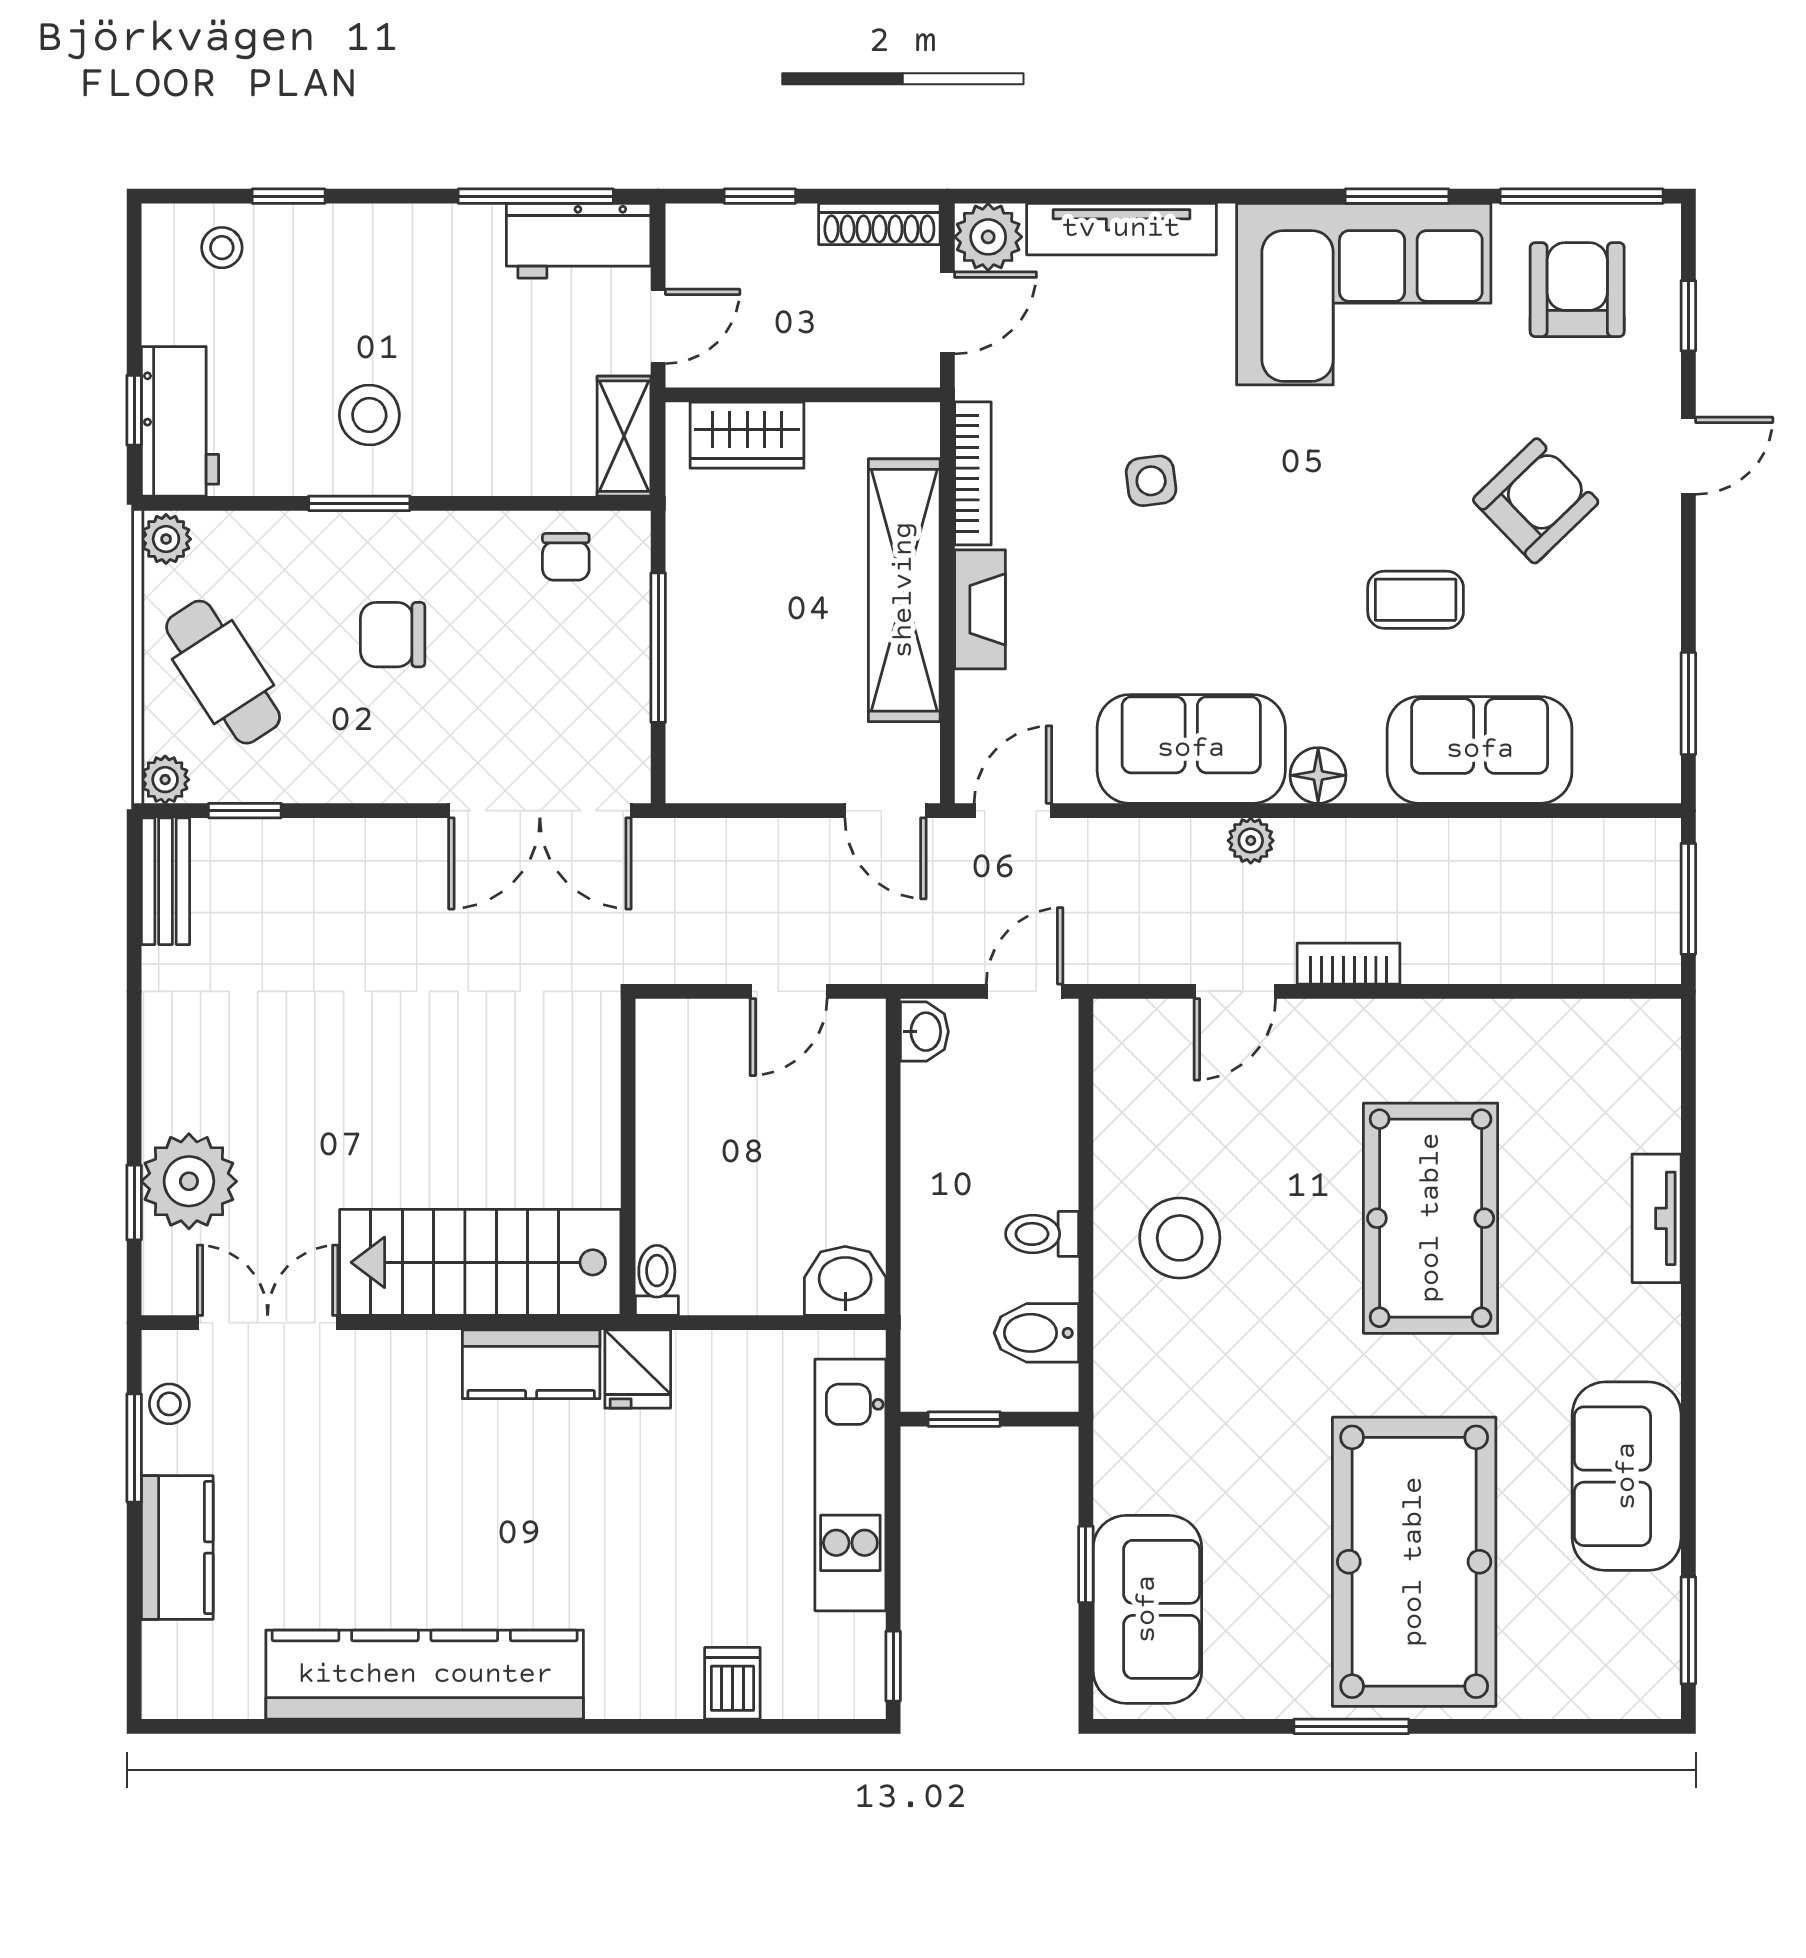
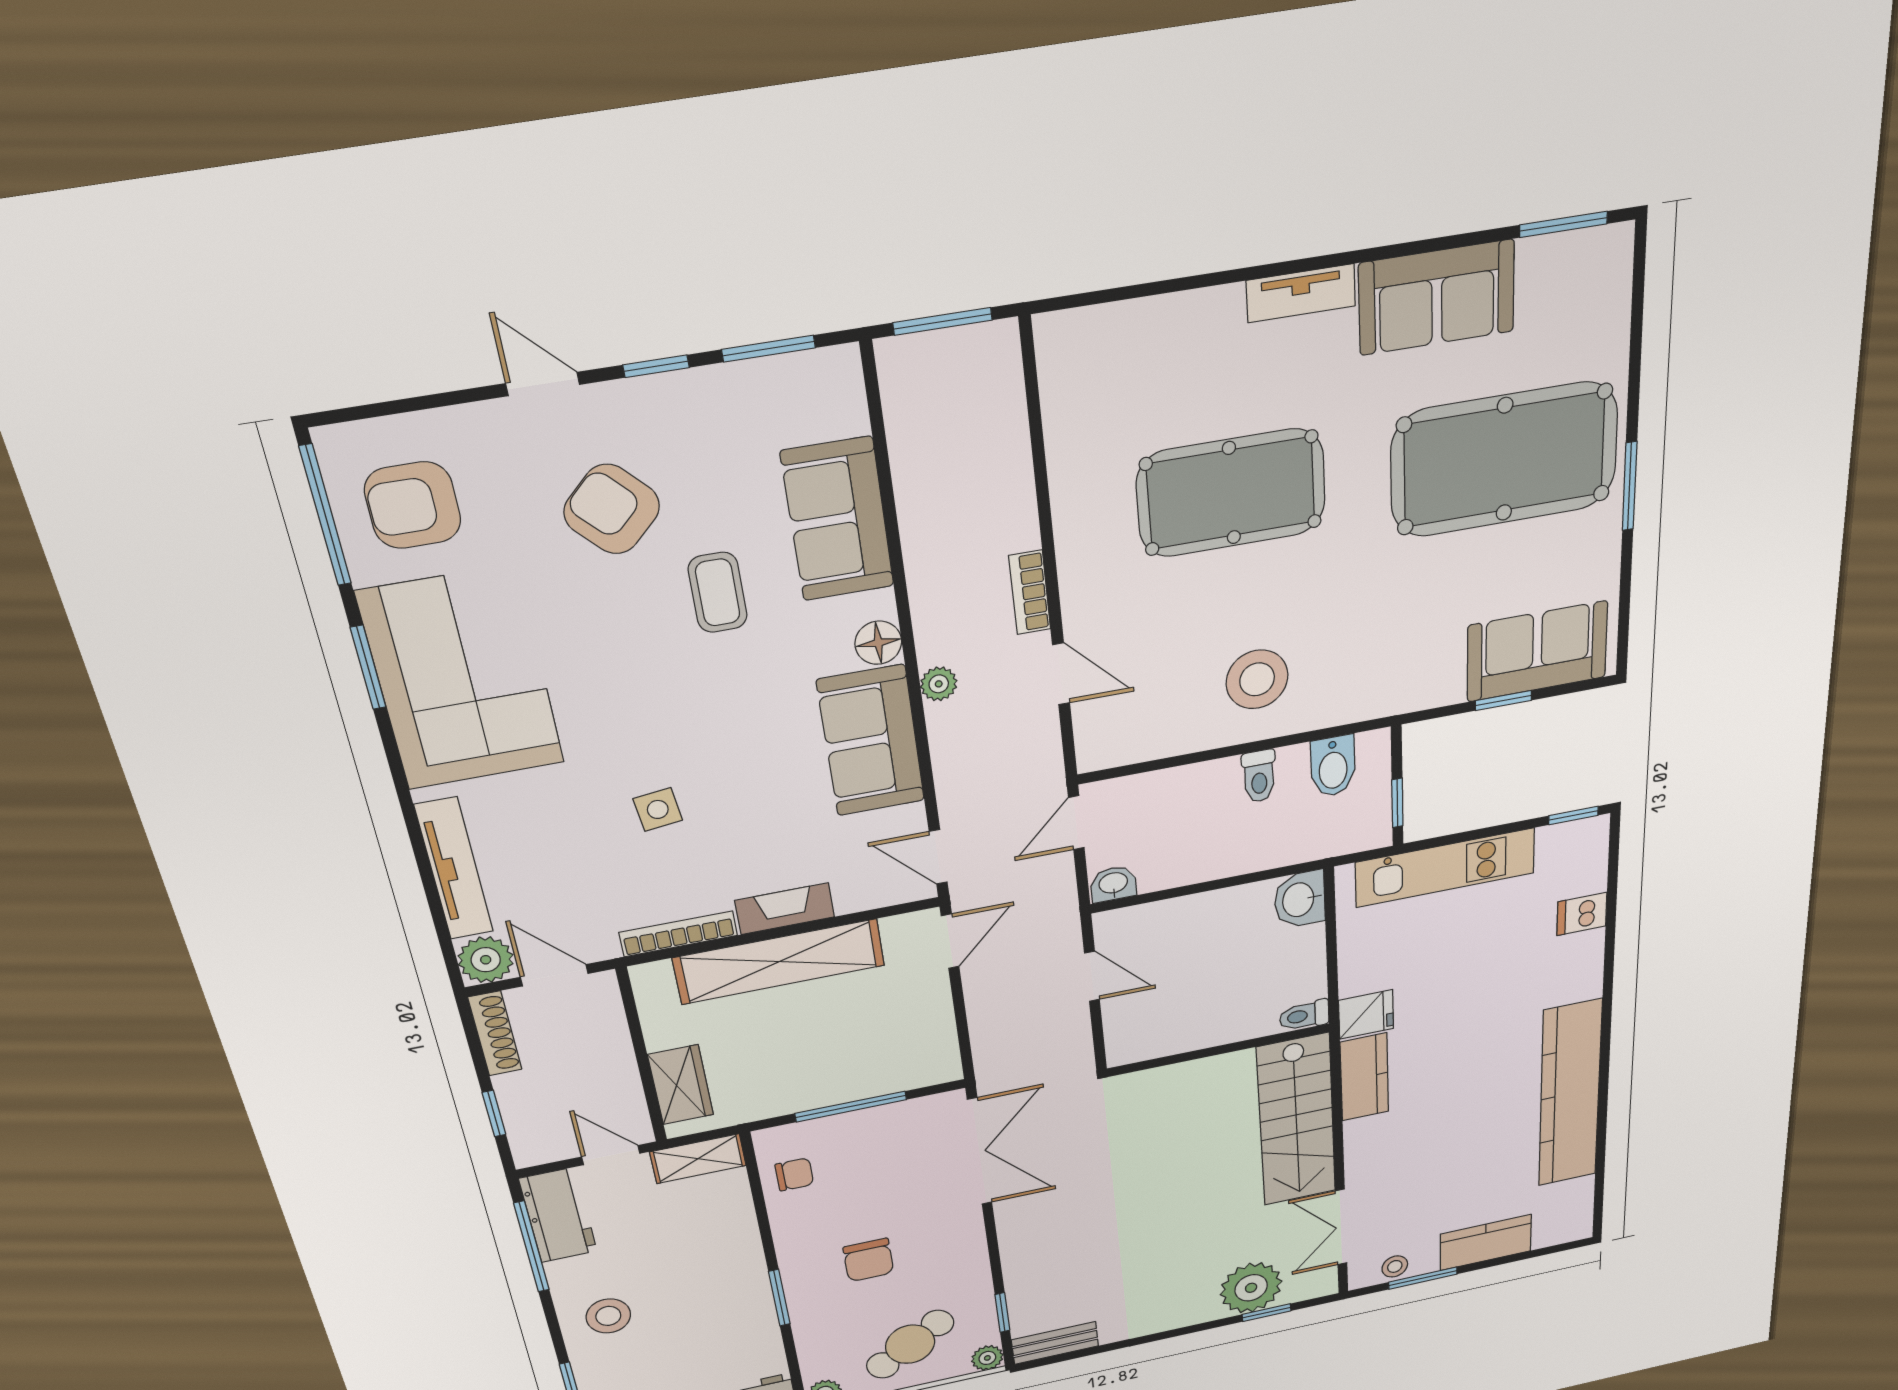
window: (1688, 316) -> (656, 366), moved
stool: (369, 415) -> (608, 1316), moved
door: (1025, 991) -> (1076, 823), hinge flipped
tv unit: (1657, 1218) -> (1301, 293), moved

